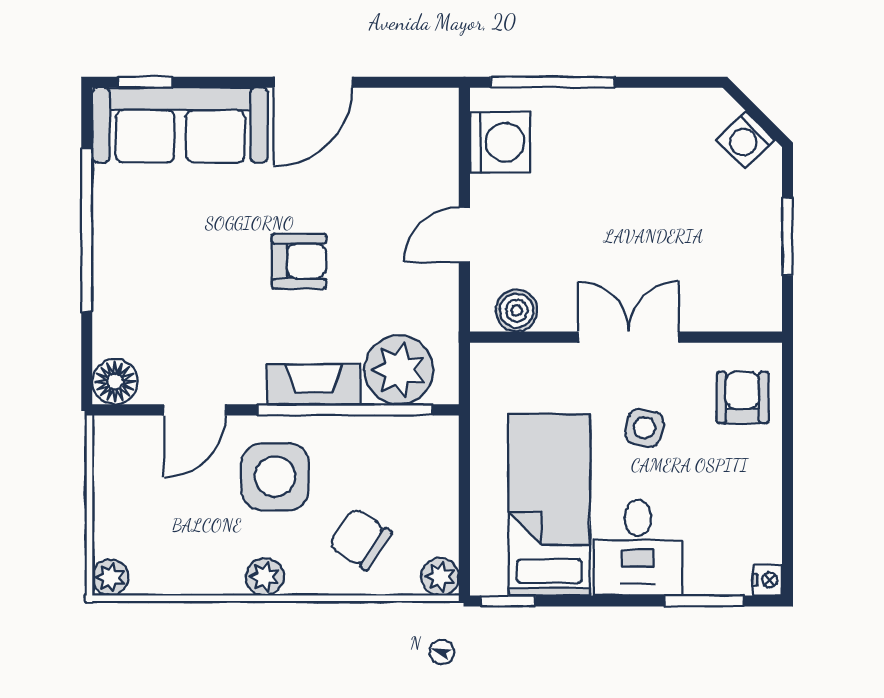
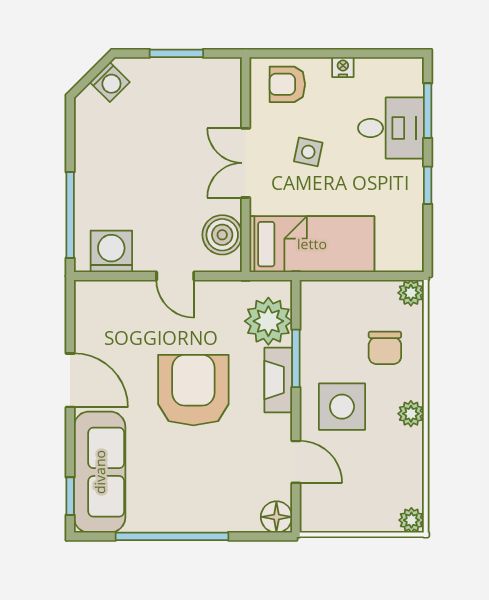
armchair: (299, 261) -> (193, 390), width x1.88, depth x1.88
boiler: (517, 311) -> (222, 235), width x1.36, depth x1.36
window: (345, 410) -> (296, 358), width x0.47
bed: (549, 505) -> (312, 244), moved, turned 180
chair: (360, 539) -> (385, 348), turned -33
desk: (638, 548) -> (391, 128), moved
nightstand: (767, 580) -> (343, 67), moved
window: (508, 601) -> (428, 185), moved

